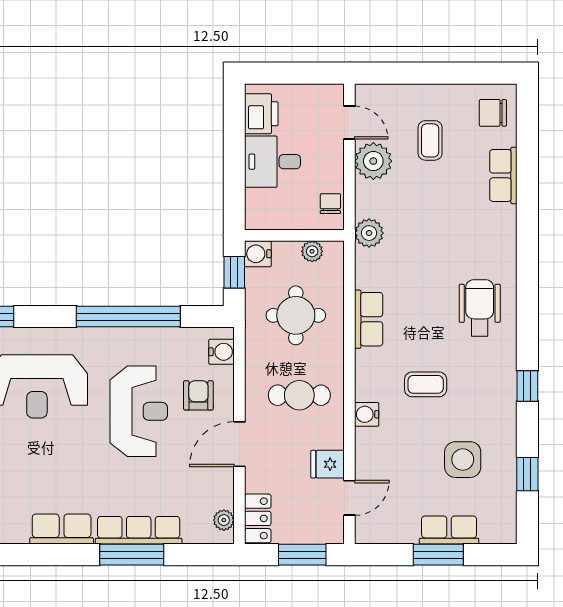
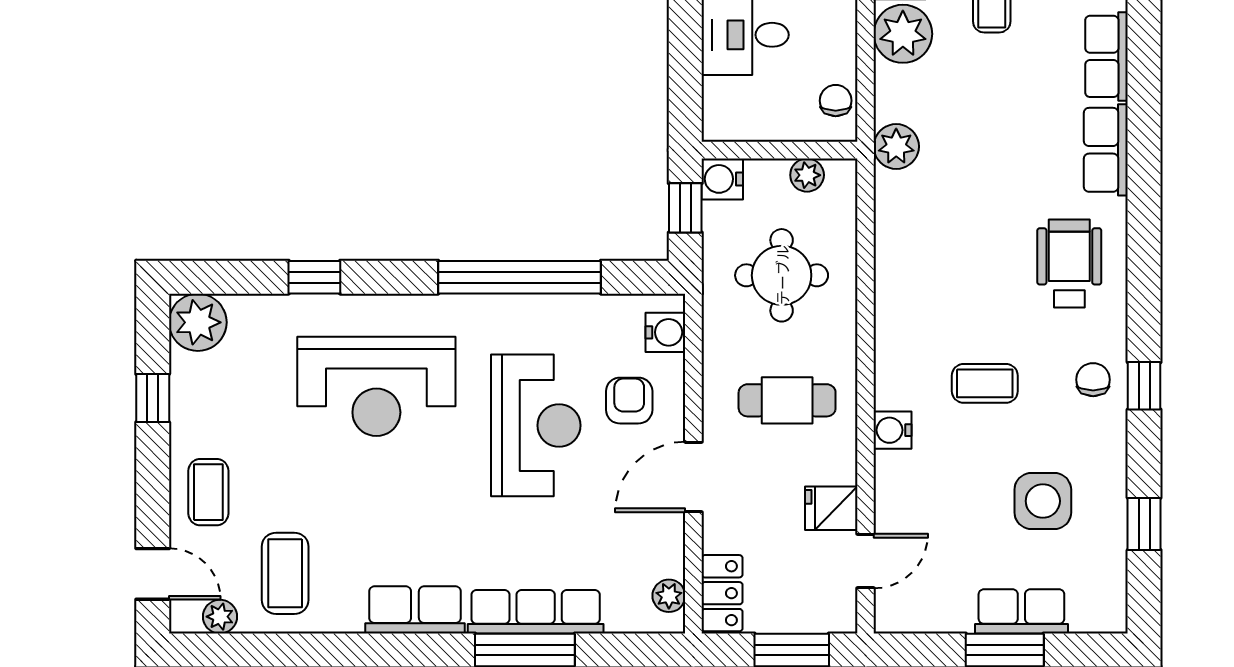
row of seats: (369, 319) -> (1106, 150), moved, turned 180
chair: (495, 382) -> (1093, 380), added

